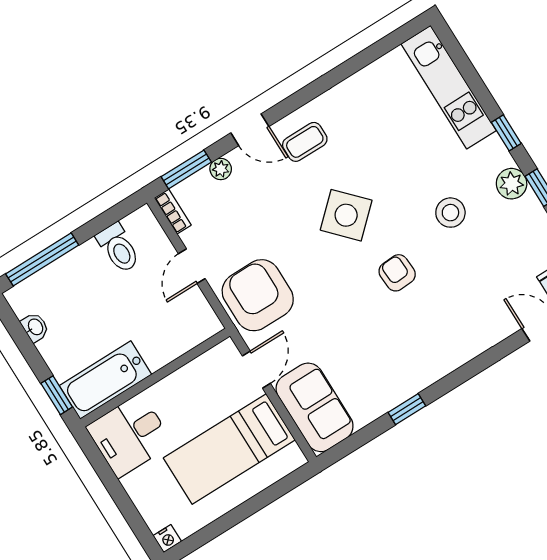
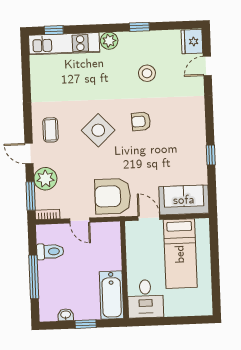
door: (250, 130) -> (29, 153), swing flipped
window: (506, 133) -> (54, 30), moved
plant: (221, 169) -> (45, 179), width x1.88, depth x1.88
plant: (512, 184) -> (109, 41), moved
stool: (450, 213) -> (147, 73), moved
window: (42, 259) -> (34, 277), moved
window: (57, 395) -> (86, 324), moved
nightstand: (167, 539) -> (207, 309), removed

